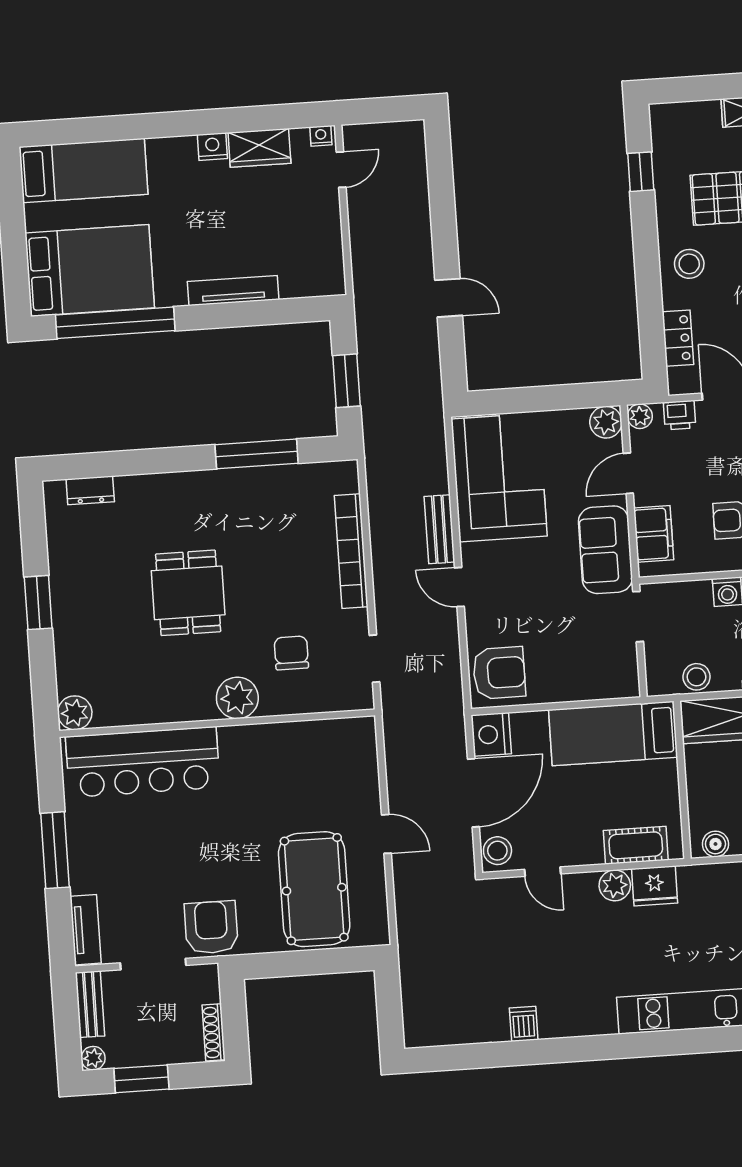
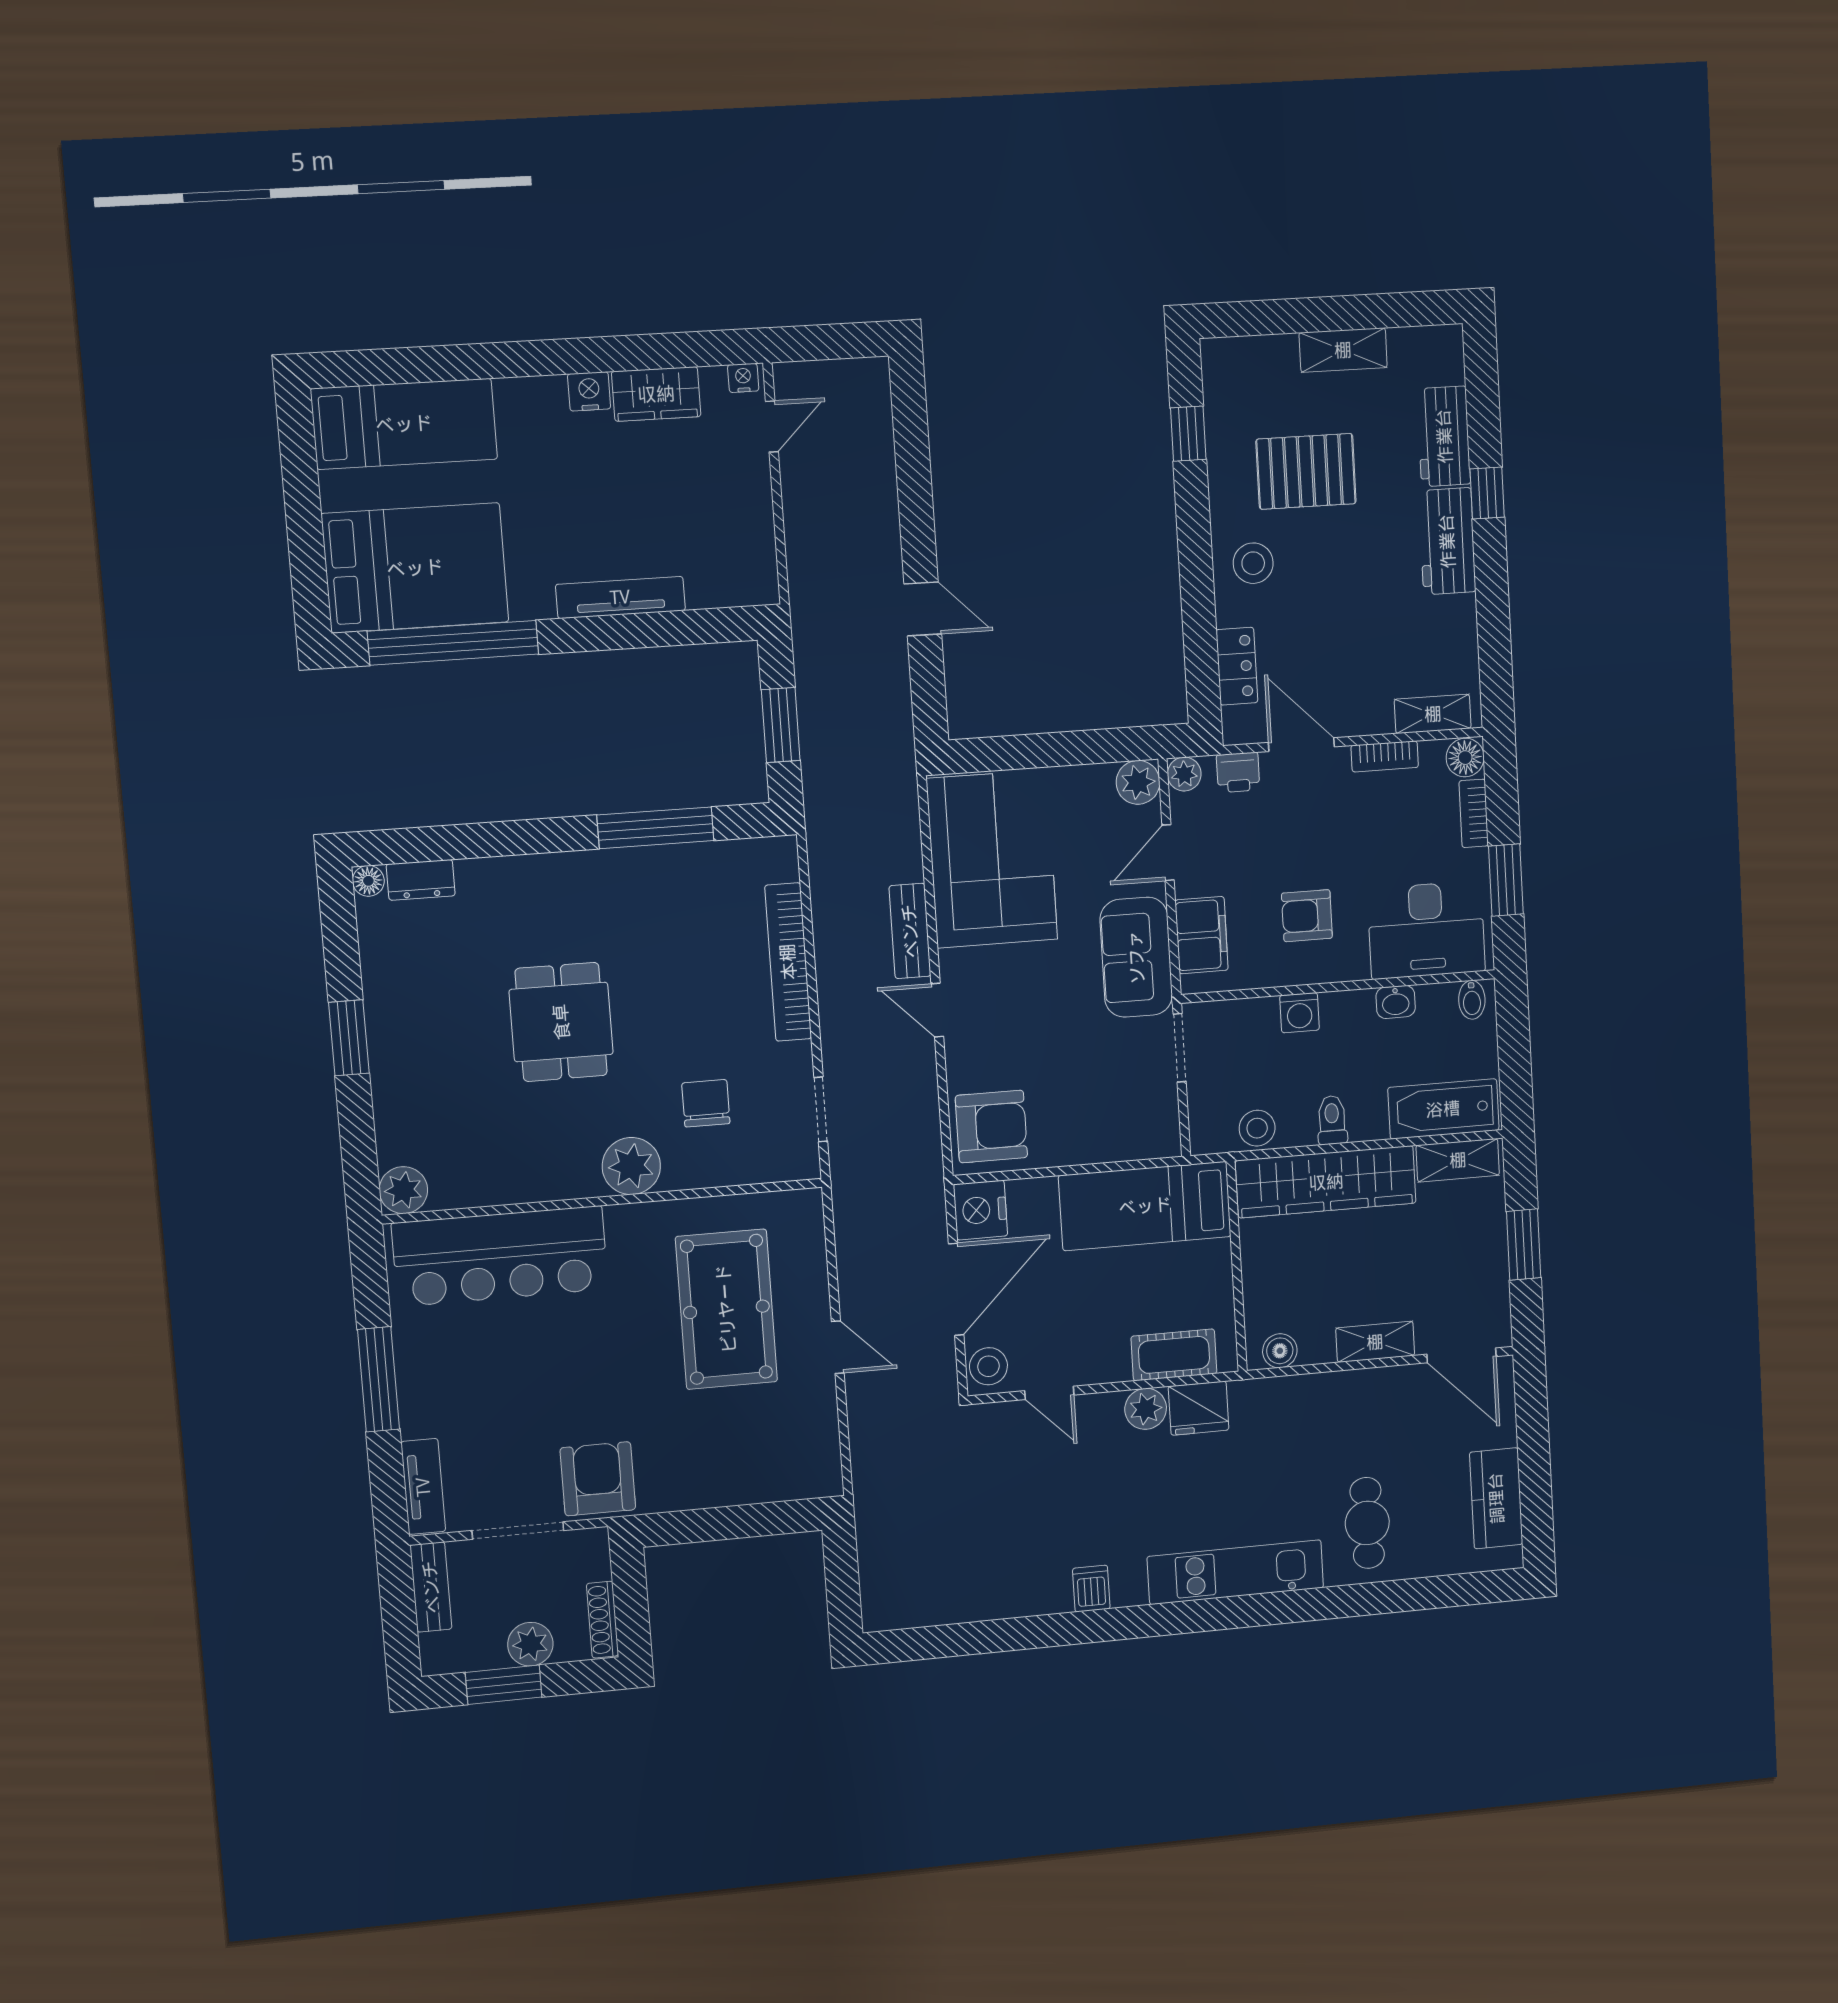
floor lamp: (54, 491) -> (368, 881), added
pool table: (314, 889) -> (726, 1309), moved
dishwasher: (524, 1024) -> (1091, 1589), moved
plant: (93, 1058) -> (530, 1644), moved, width x1.38, depth x1.38

